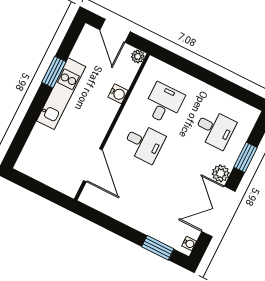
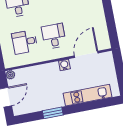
kitchen unit: (61, 94) -> (87, 95), moved
water cooler: (118, 94) -> (64, 65), moved

